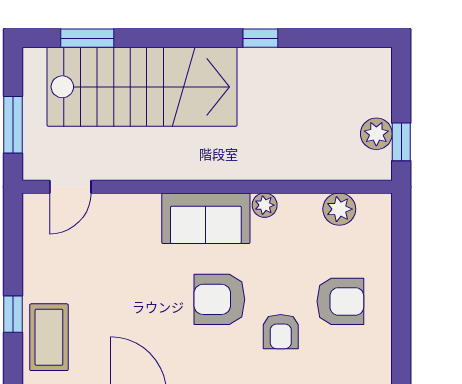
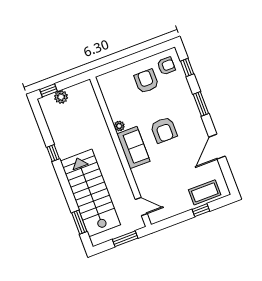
plant: (376, 134) -> (61, 97), moved
window: (401, 142) -> (48, 90), moved
plant: (339, 209) -> (110, 96), removed
armchair: (281, 332) -> (166, 66), moved

